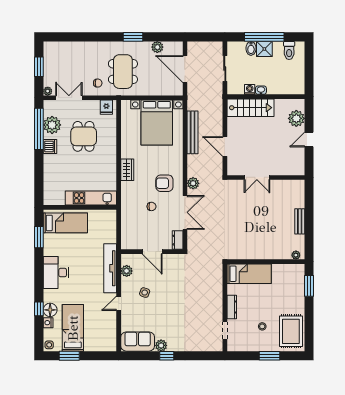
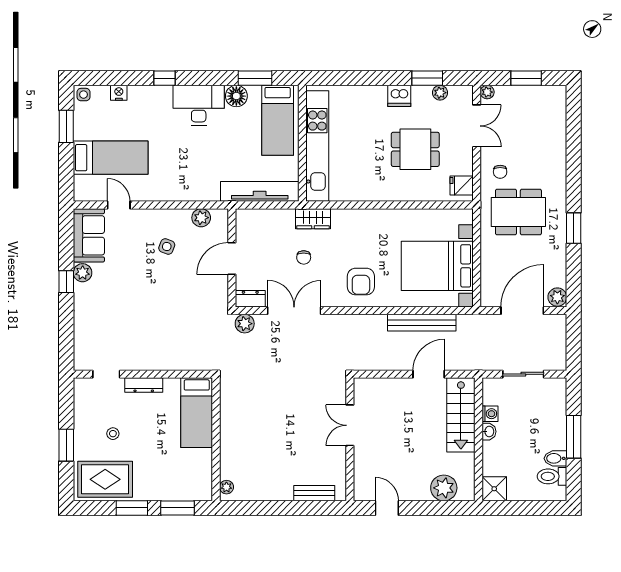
window: (264, 37) -> (574, 437), width x0.68
plant: (157, 47) -> (557, 297), moved
bidet: (251, 48) -> (555, 458), moved
shower: (264, 49) -> (494, 489), moved
plant: (52, 125) -> (440, 93), width x0.53, depth x0.53
window: (39, 129) -> (427, 78), width x0.47
door: (309, 140) -> (387, 508), moved
door: (225, 146) -> (429, 374), moved
wardrobe: (127, 170) -> (313, 219), moved
armchair: (164, 183) -> (361, 282), moved, turned 180
plant: (193, 183) -> (245, 324), moved
kitchen unit: (91, 198) -> (317, 146), width x1.36
double door: (185, 212) -> (294, 311), swing flipped
bench: (300, 221) -> (314, 493), moved
tv unit: (110, 268) -> (260, 191), moved
door: (119, 303) -> (119, 205), moved
window: (39, 309) -> (165, 78), moved
floor lamp: (50, 310) -> (236, 96), moved
window: (309, 314) -> (132, 508), added
bed: (73, 328) -> (111, 158), moved

